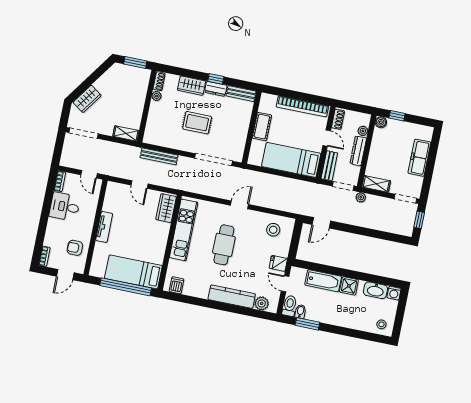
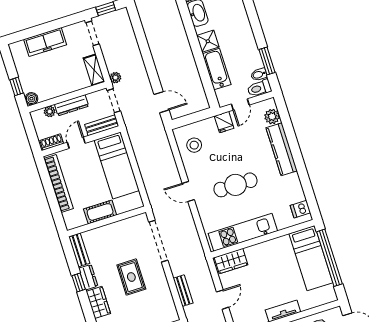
bench: (159, 156) -> (183, 291), width x0.73

